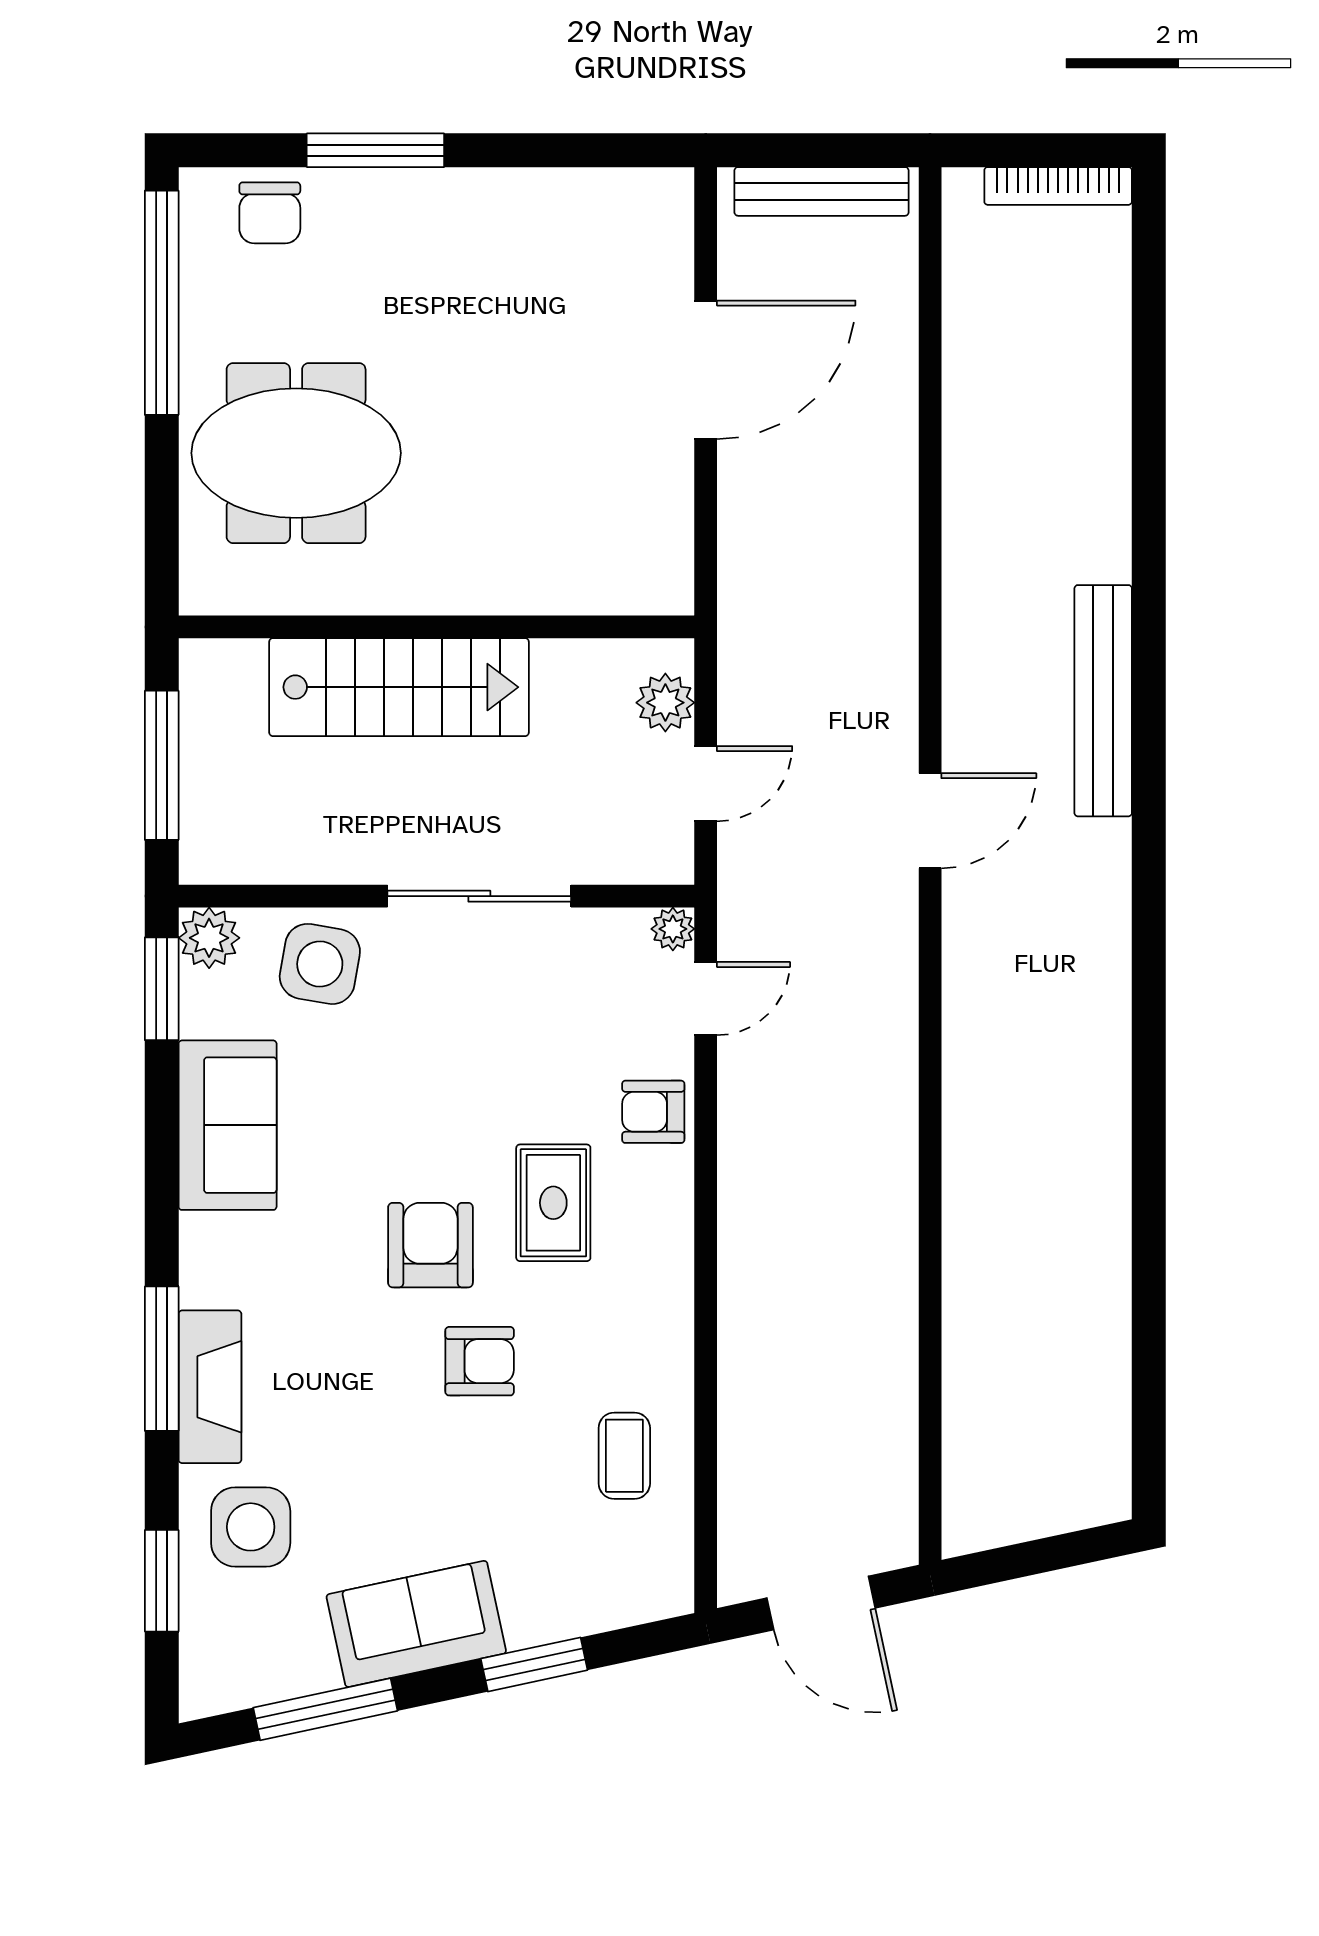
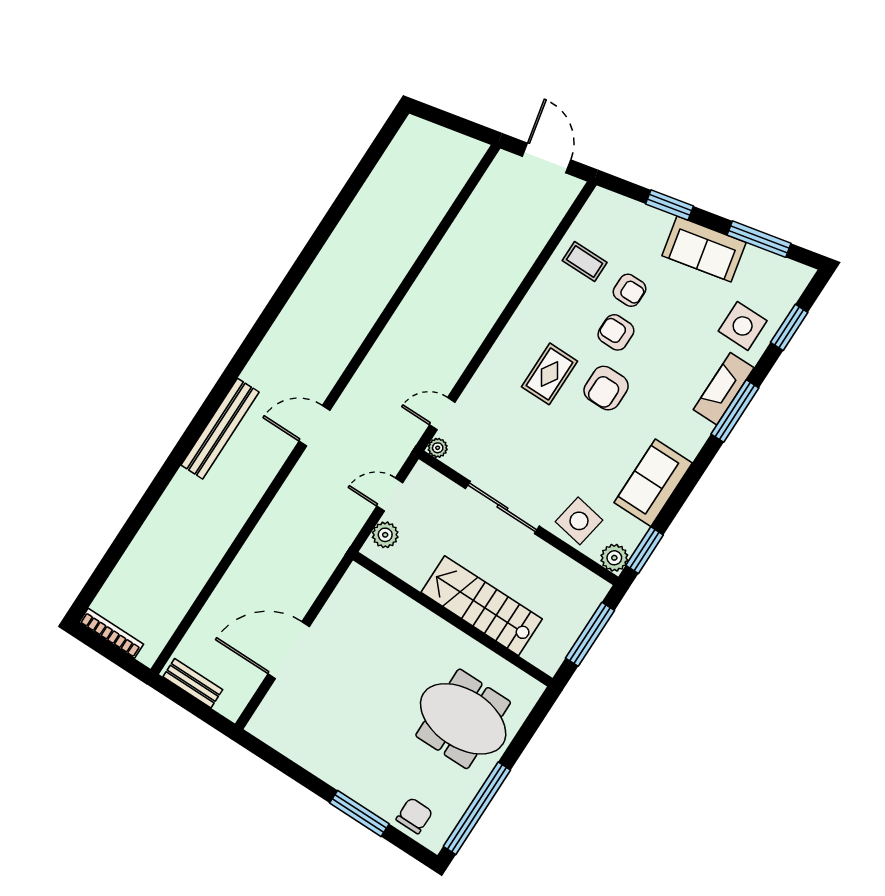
bench: (822, 191) -> (193, 683), width x0.73
armchair: (653, 1112) -> (629, 290), moved
coffee table: (624, 1456) -> (585, 261), turned 90

